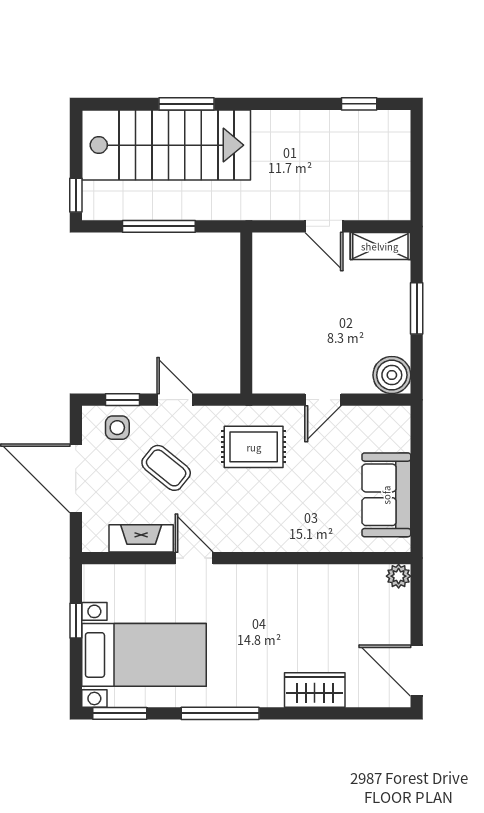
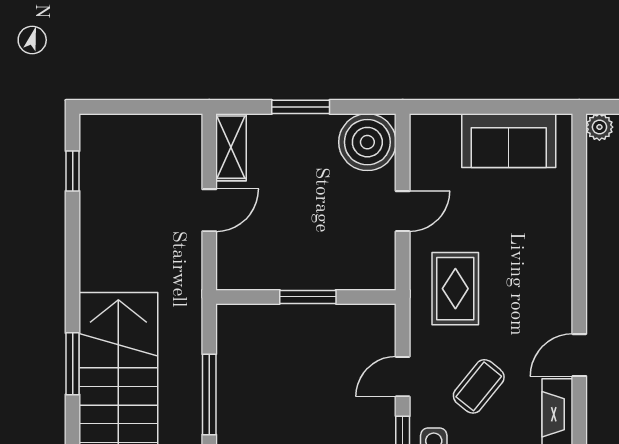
window: (246, 315) -> (308, 297), added
boiler: (392, 375) -> (367, 142), width x1.37, depth x1.37
door: (323, 400) -> (403, 211), hinge flipped

